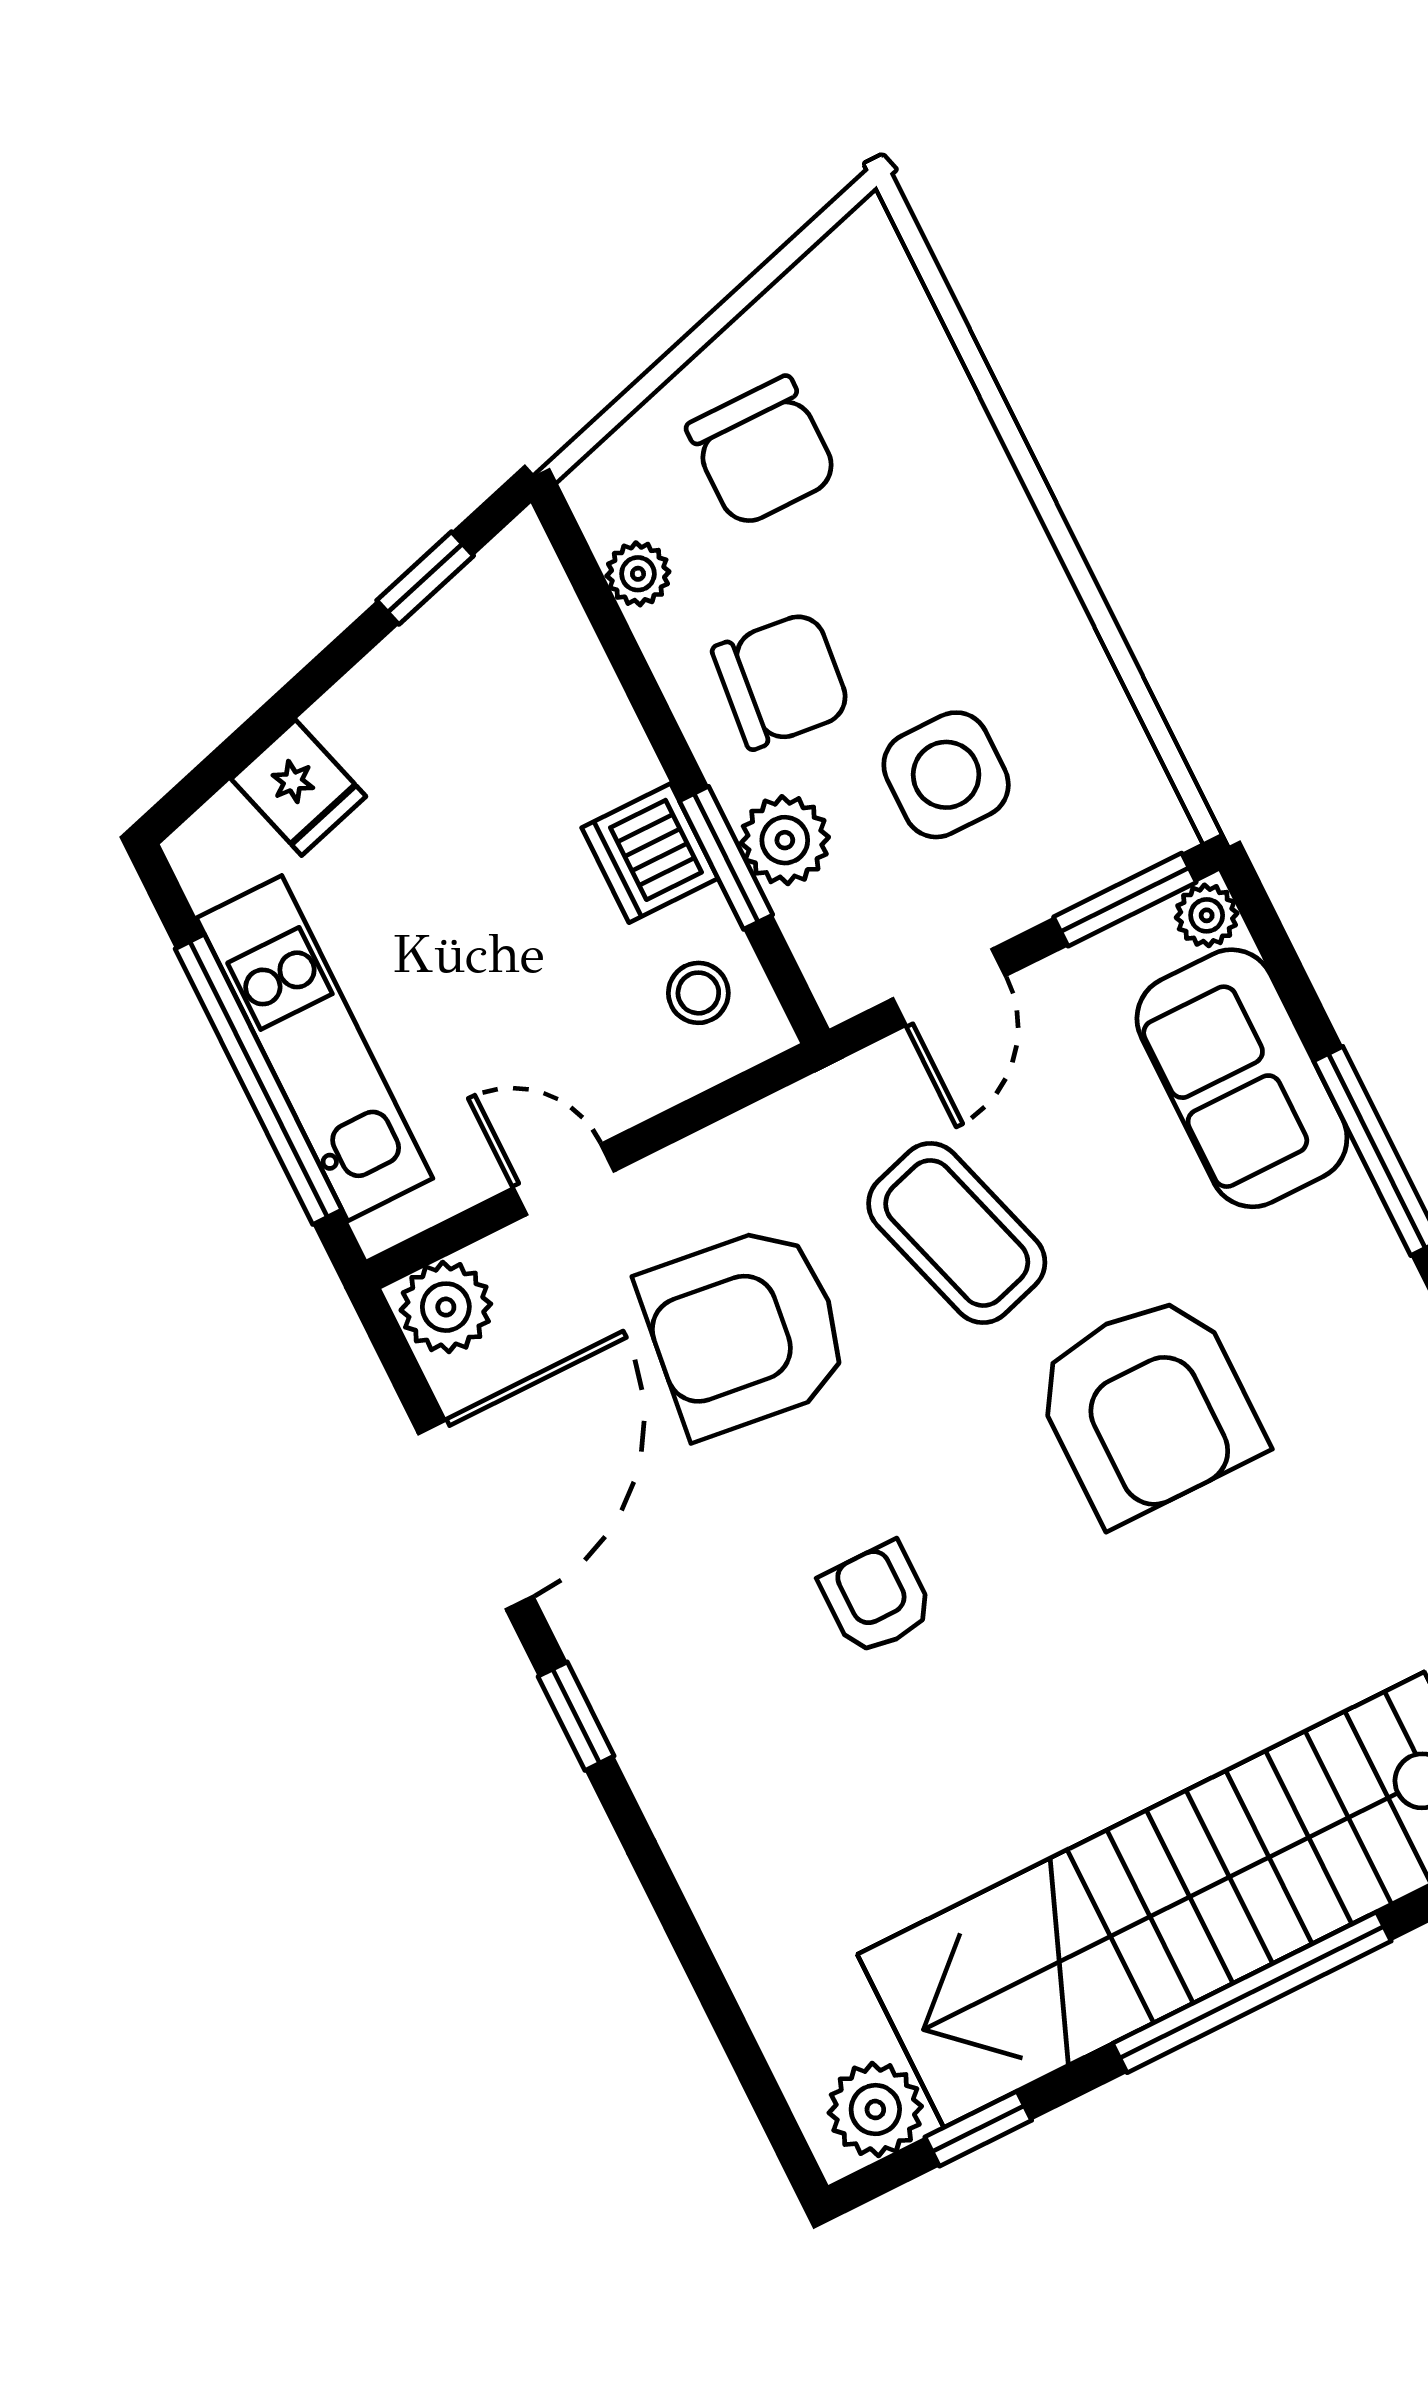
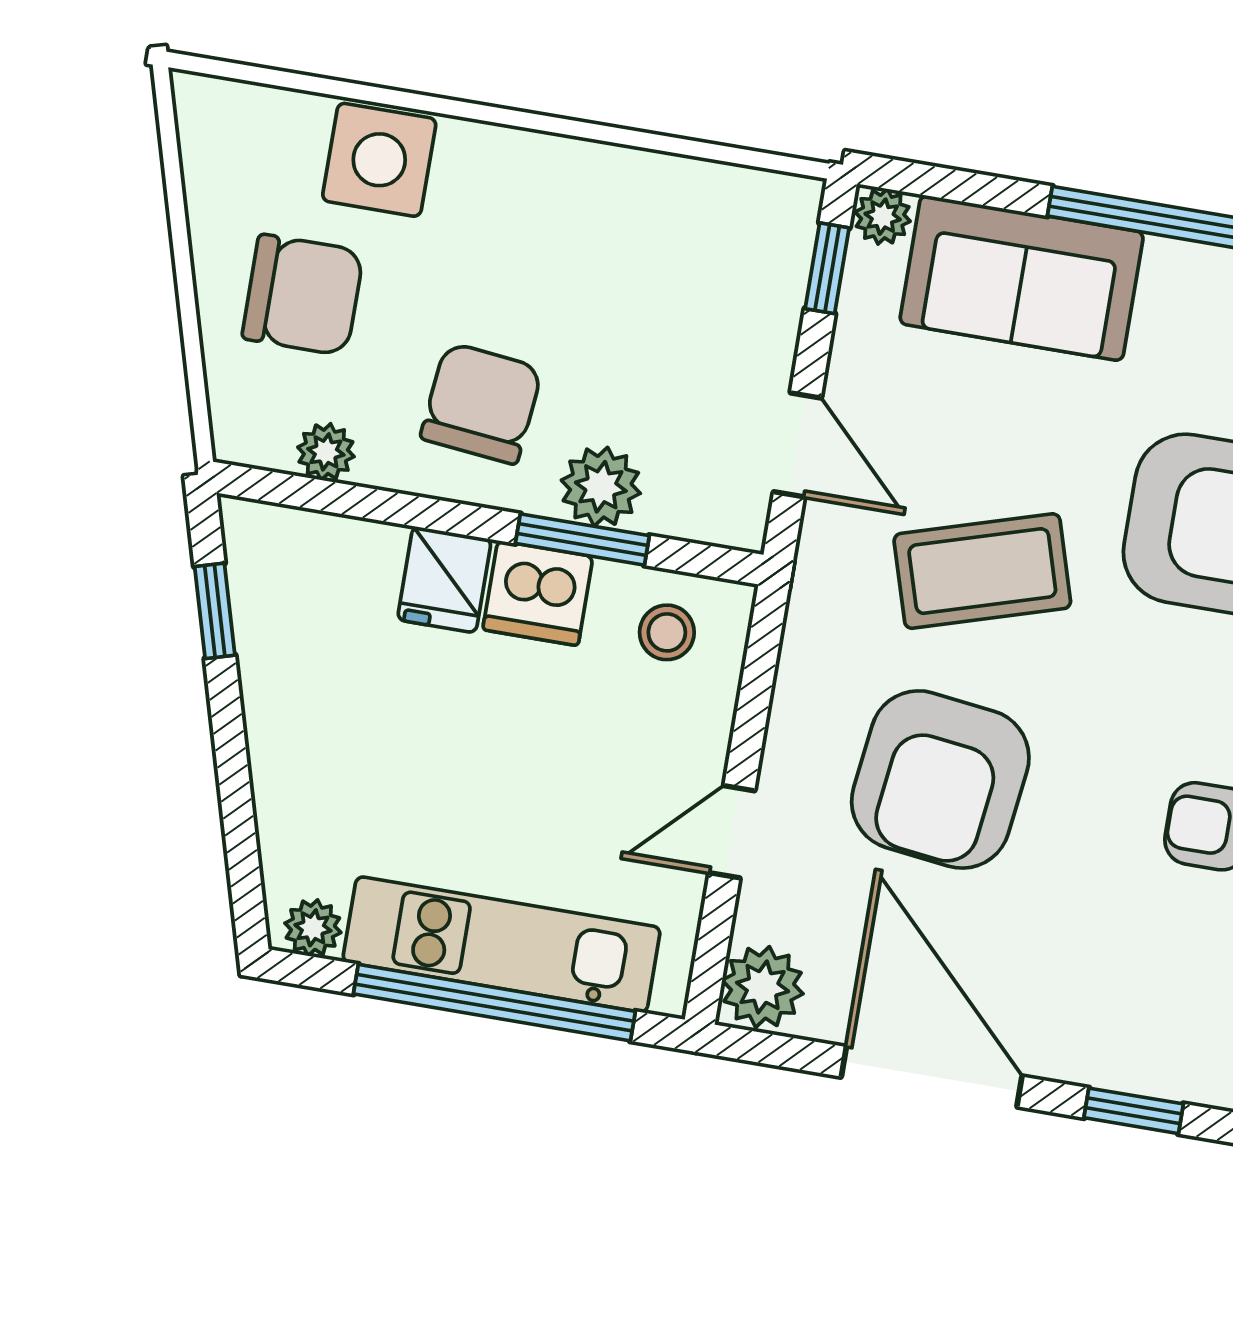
side table: (946, 775) -> (379, 160), moved
fridge: (299, 788) -> (444, 580), moved, turned 106
plant: (208, 870) -> (313, 928), added
window: (1125, 900) -> (827, 268), width x0.67

